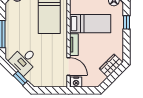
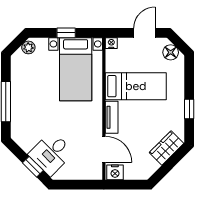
window: (126, 22) -> (189, 109), moved
desk: (24, 60) -> (51, 153), moved

